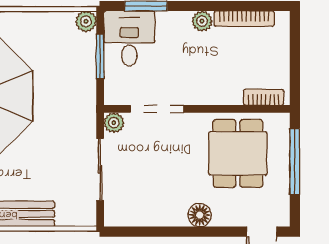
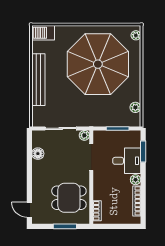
plant: (86, 21) -> (135, 107), moved
desk: (129, 38) -> (127, 161), moved
window: (295, 161) -> (65, 226), width x0.69
floor lamp: (200, 215) -> (38, 154), moved

